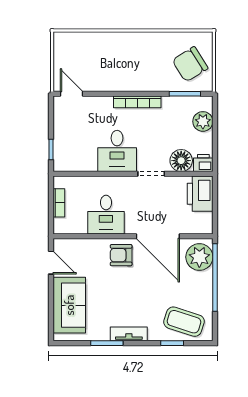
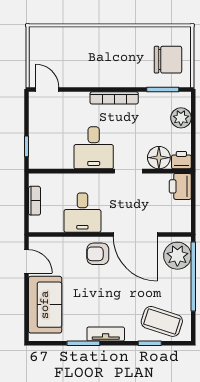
chair: (190, 64) -> (168, 60), turned -148
printer: (200, 194) -> (180, 186), width x0.73, depth x0.84

